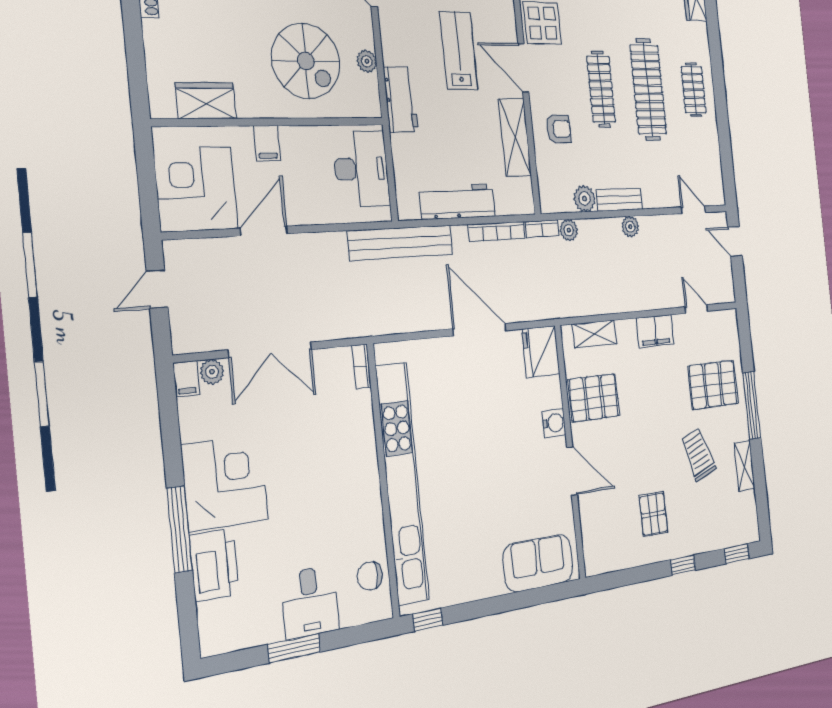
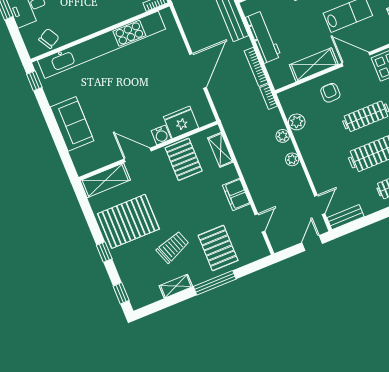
door: (523, 68) -> (356, 59), hinge flipped
armchair: (559, 129) -> (330, 93), turned 180
bench: (619, 200) -> (346, 217), moved, turned 90
plant: (569, 230) -> (283, 136), moved
fridge: (541, 352) -> (181, 122), moved
door: (572, 471) -> (138, 155), swing flipped
pallet: (653, 514) -> (128, 221), width x2.05, depth x2.00
shelving: (594, 536) -> (105, 180), added
sofa: (538, 563) -> (72, 124), moved
chair: (370, 576) -> (49, 38), turned 60

